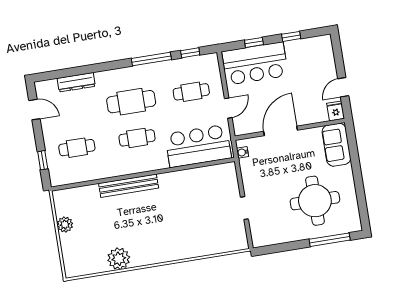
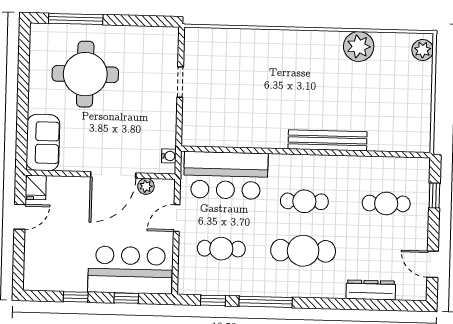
plant: (255, 127) -> (146, 186), added
plant: (65, 225) -> (423, 50), moved

